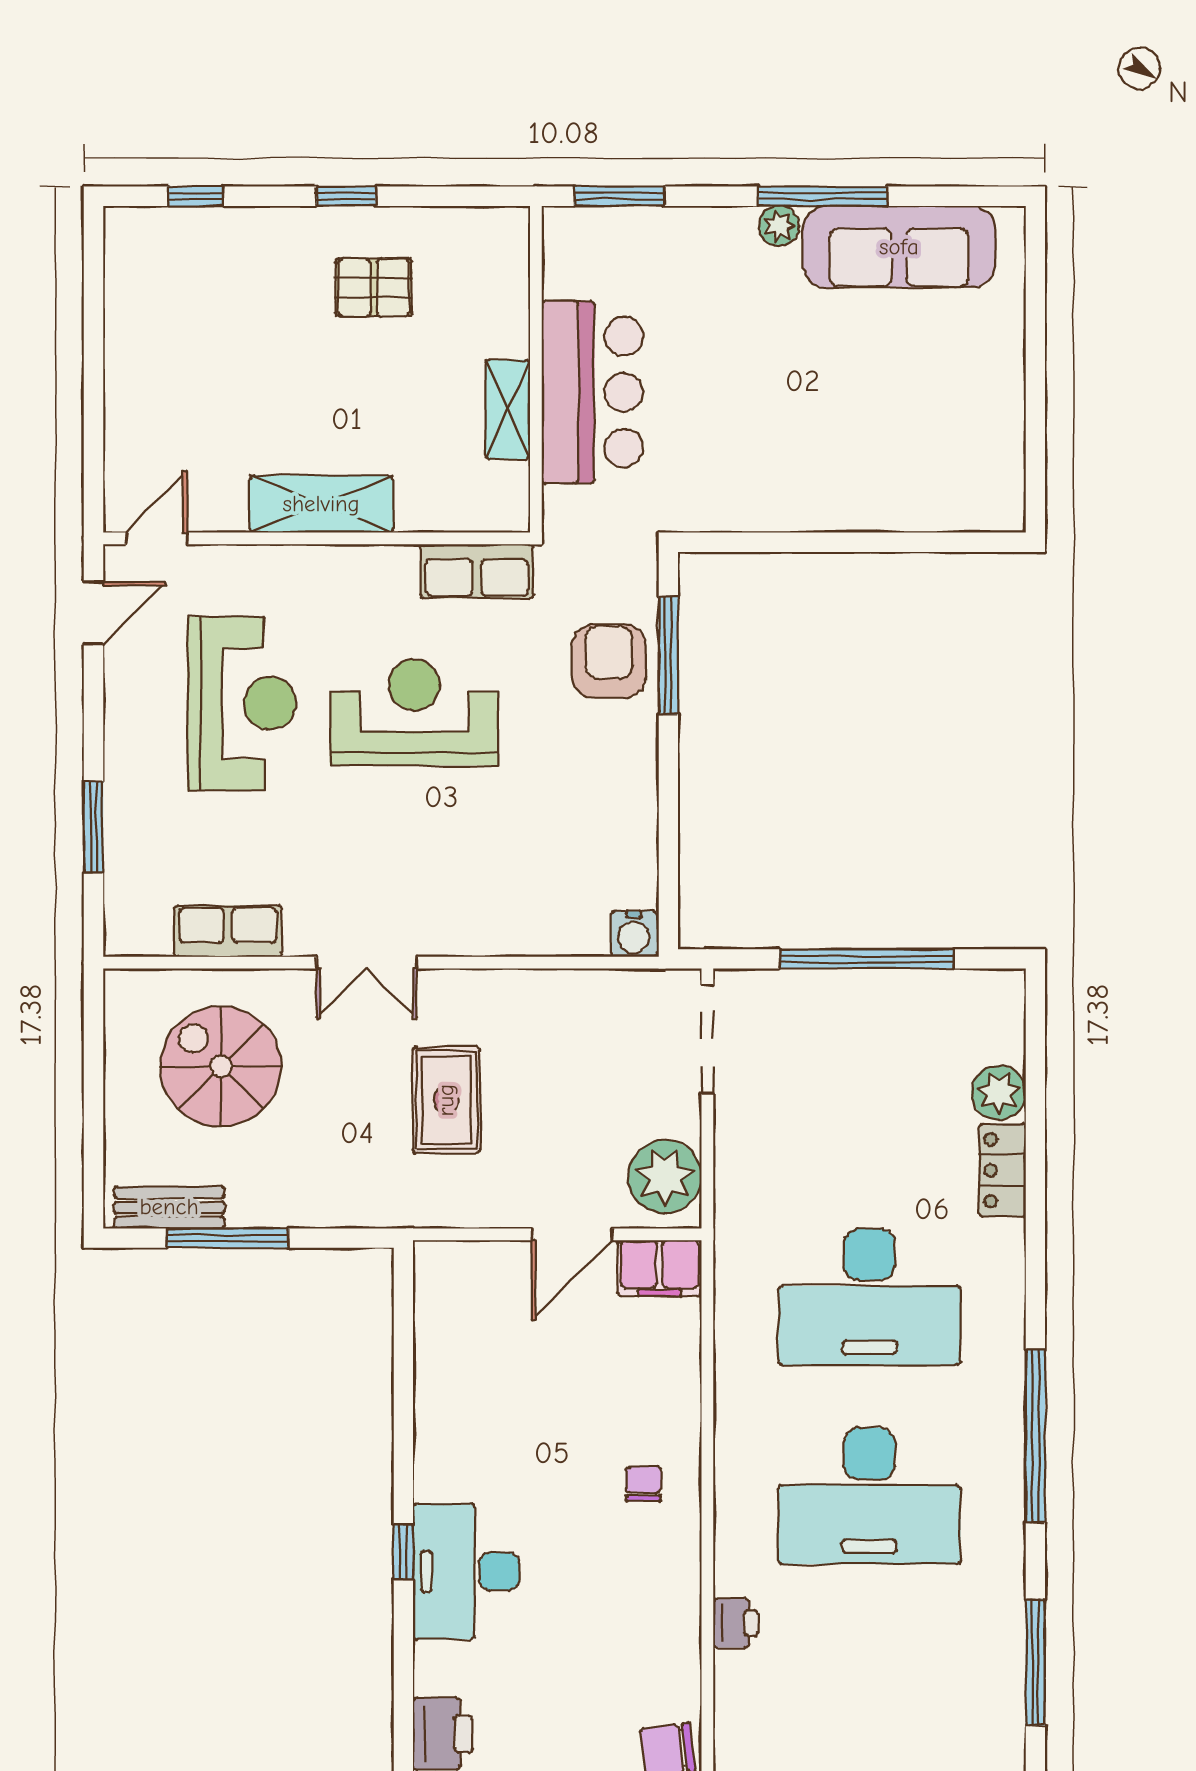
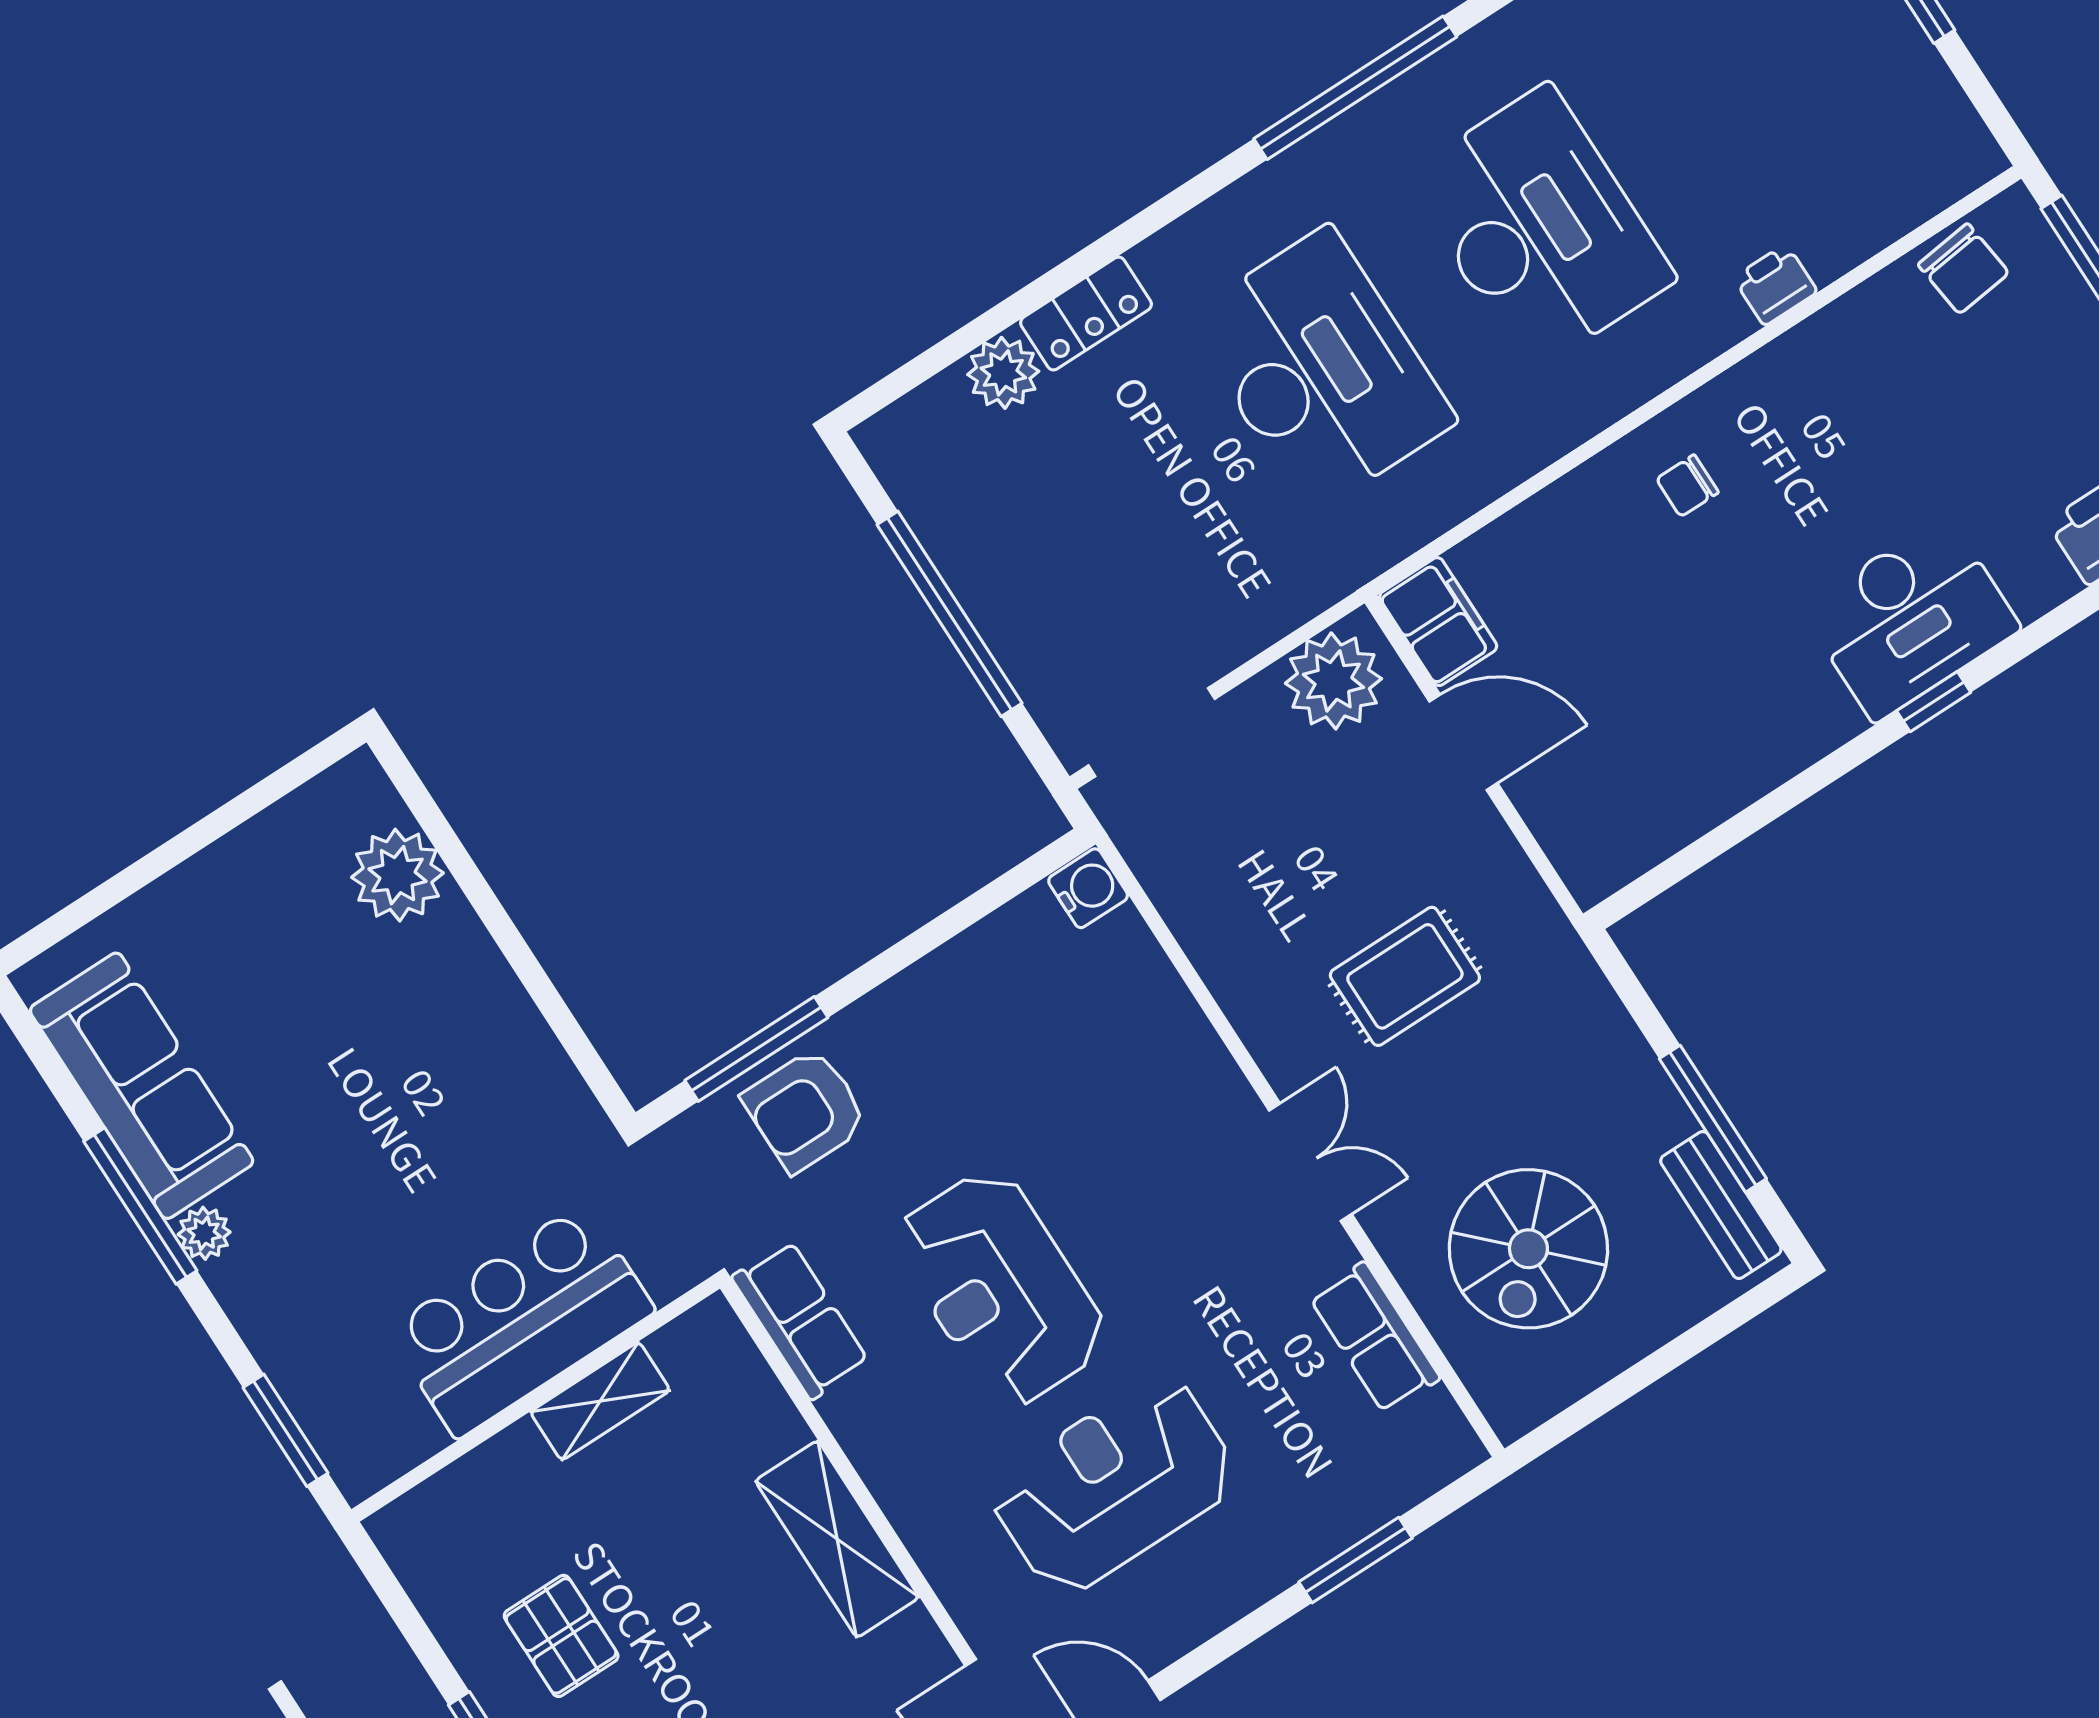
plant: (928, 498) -> (398, 875), added

